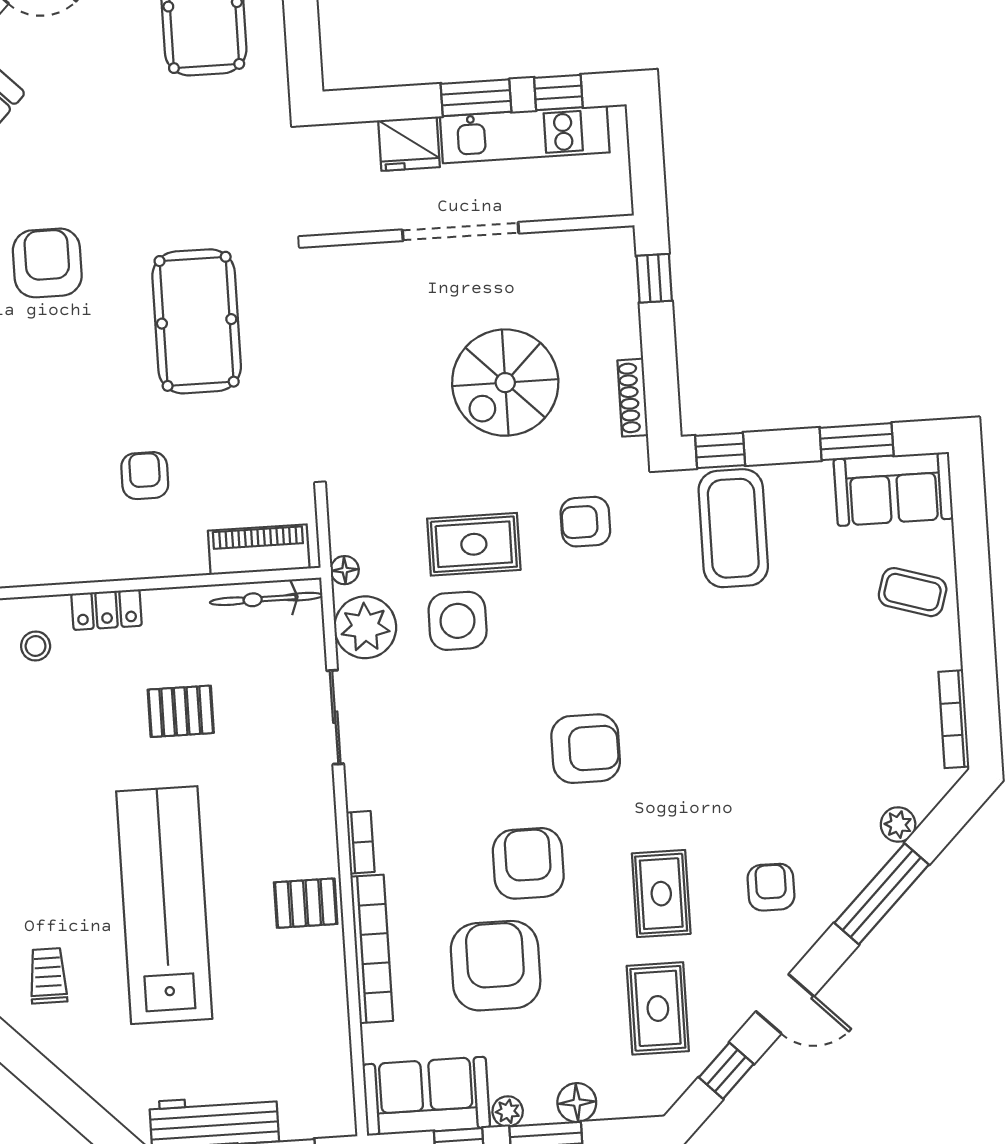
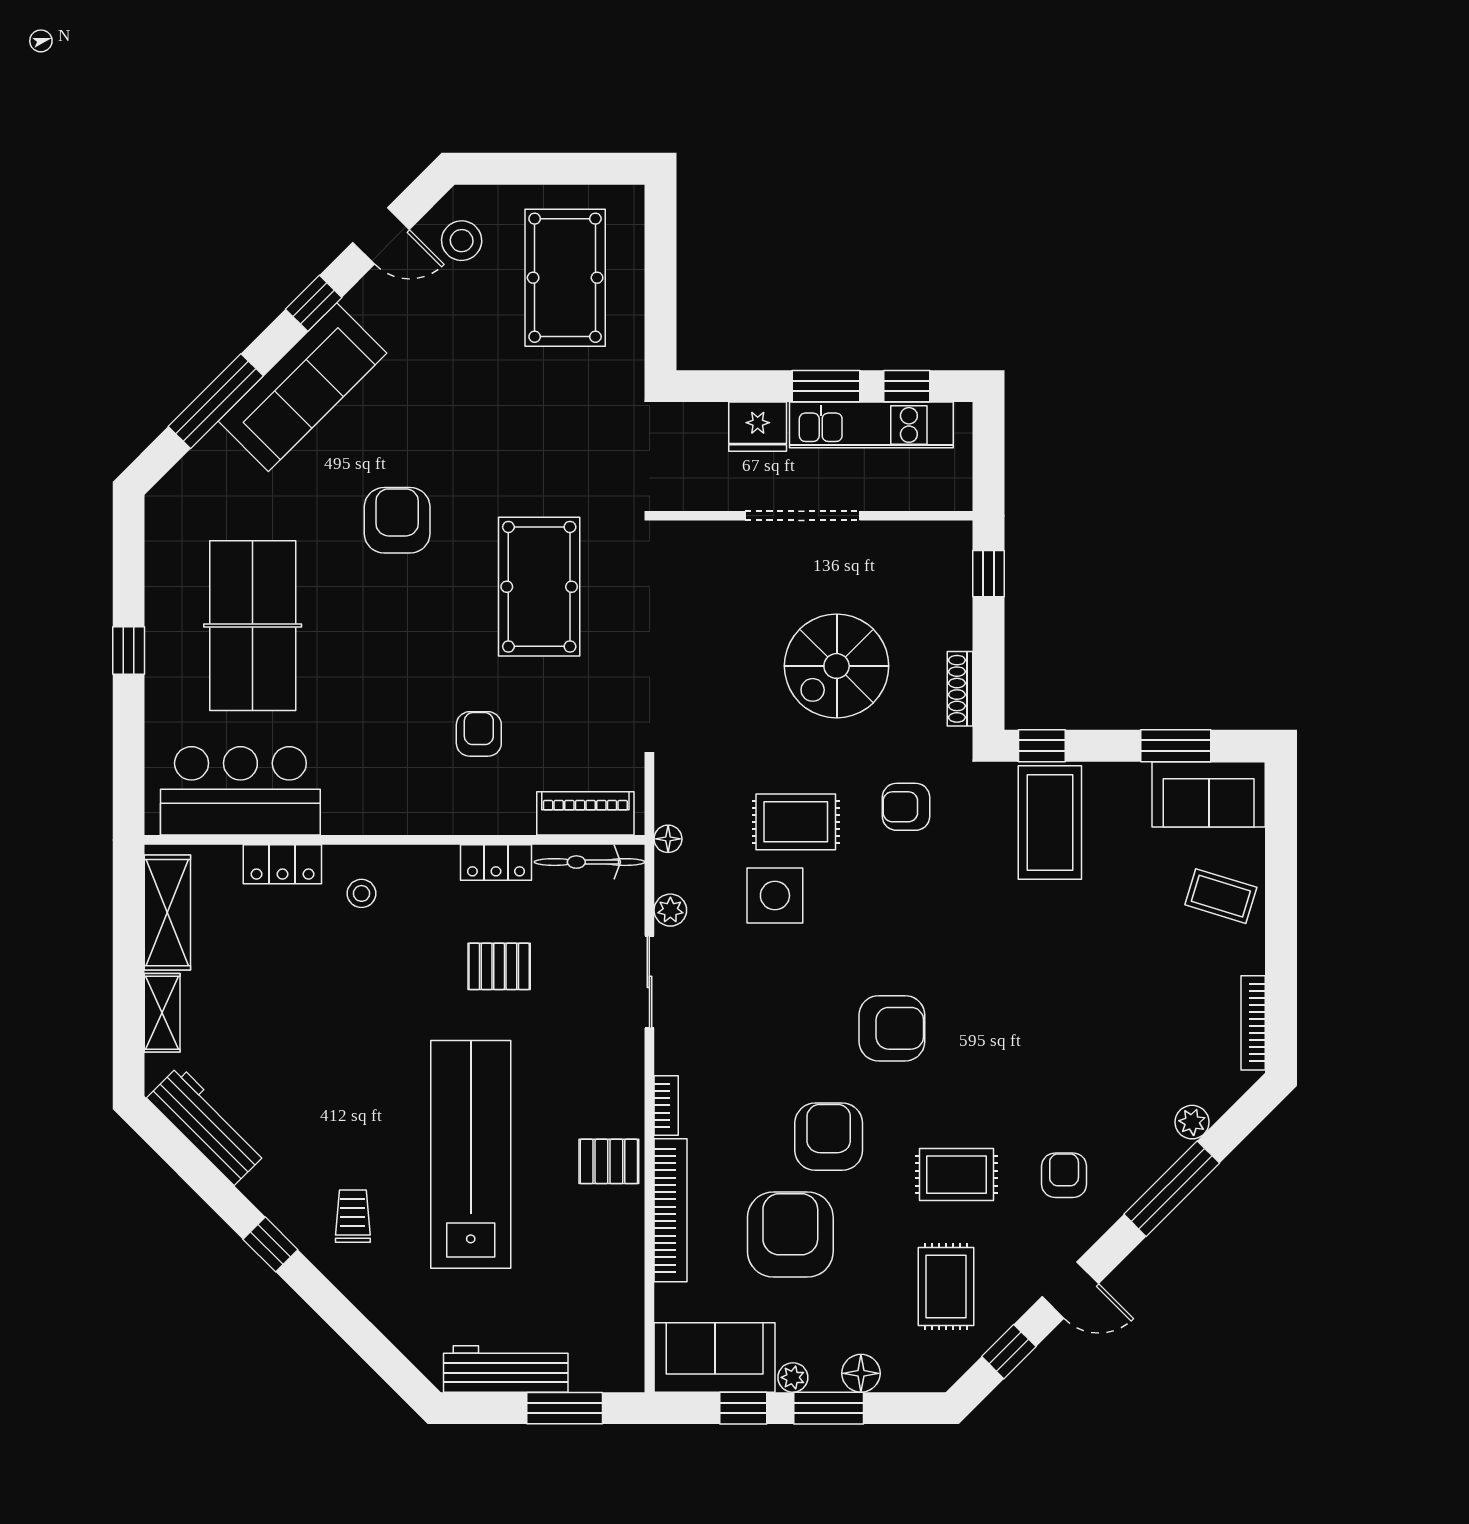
locker: (107, 610) -> (496, 862), moved
plant: (365, 627) -> (670, 910), width x0.53, depth x0.53
rug: (661, 894) -> (957, 1175), turned 90

